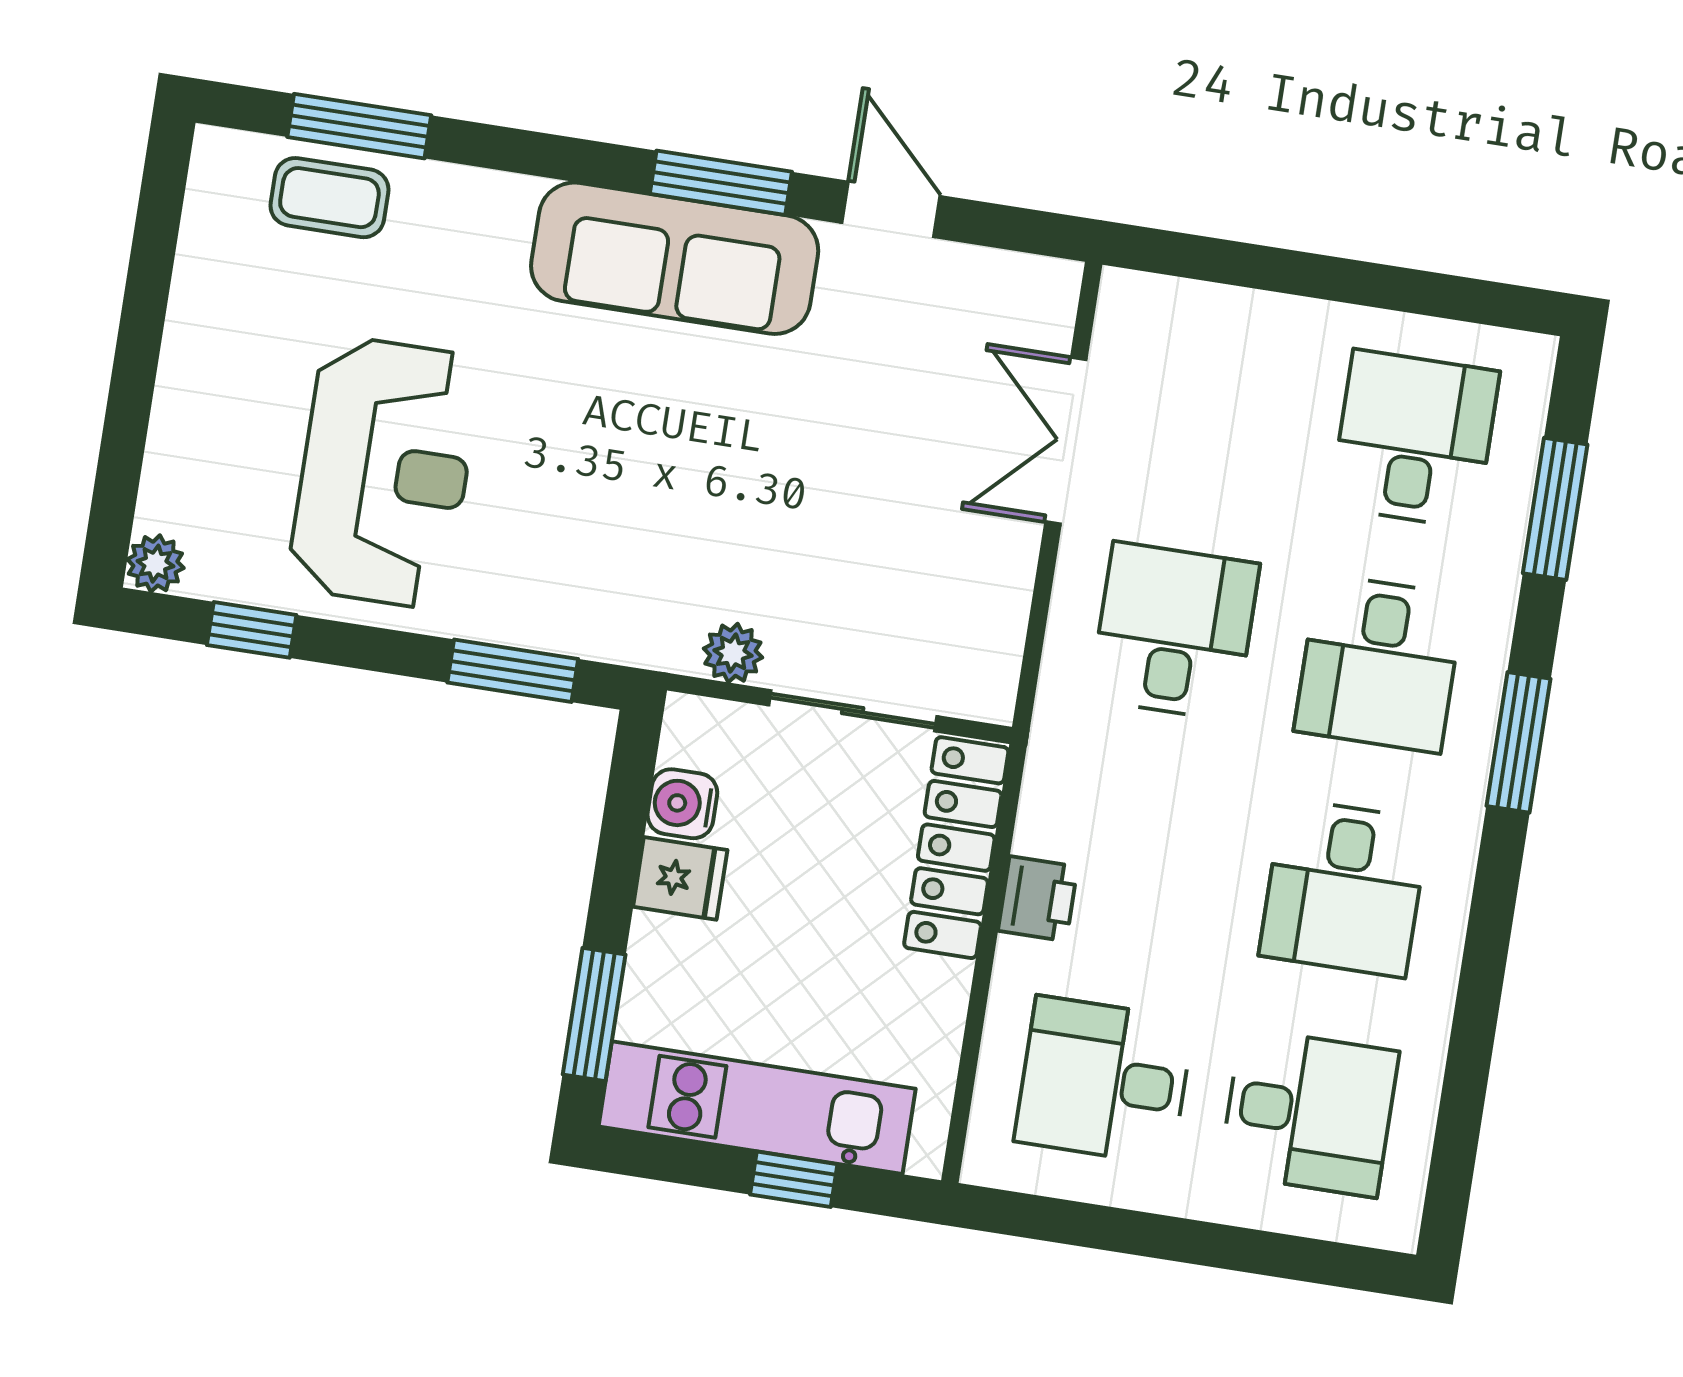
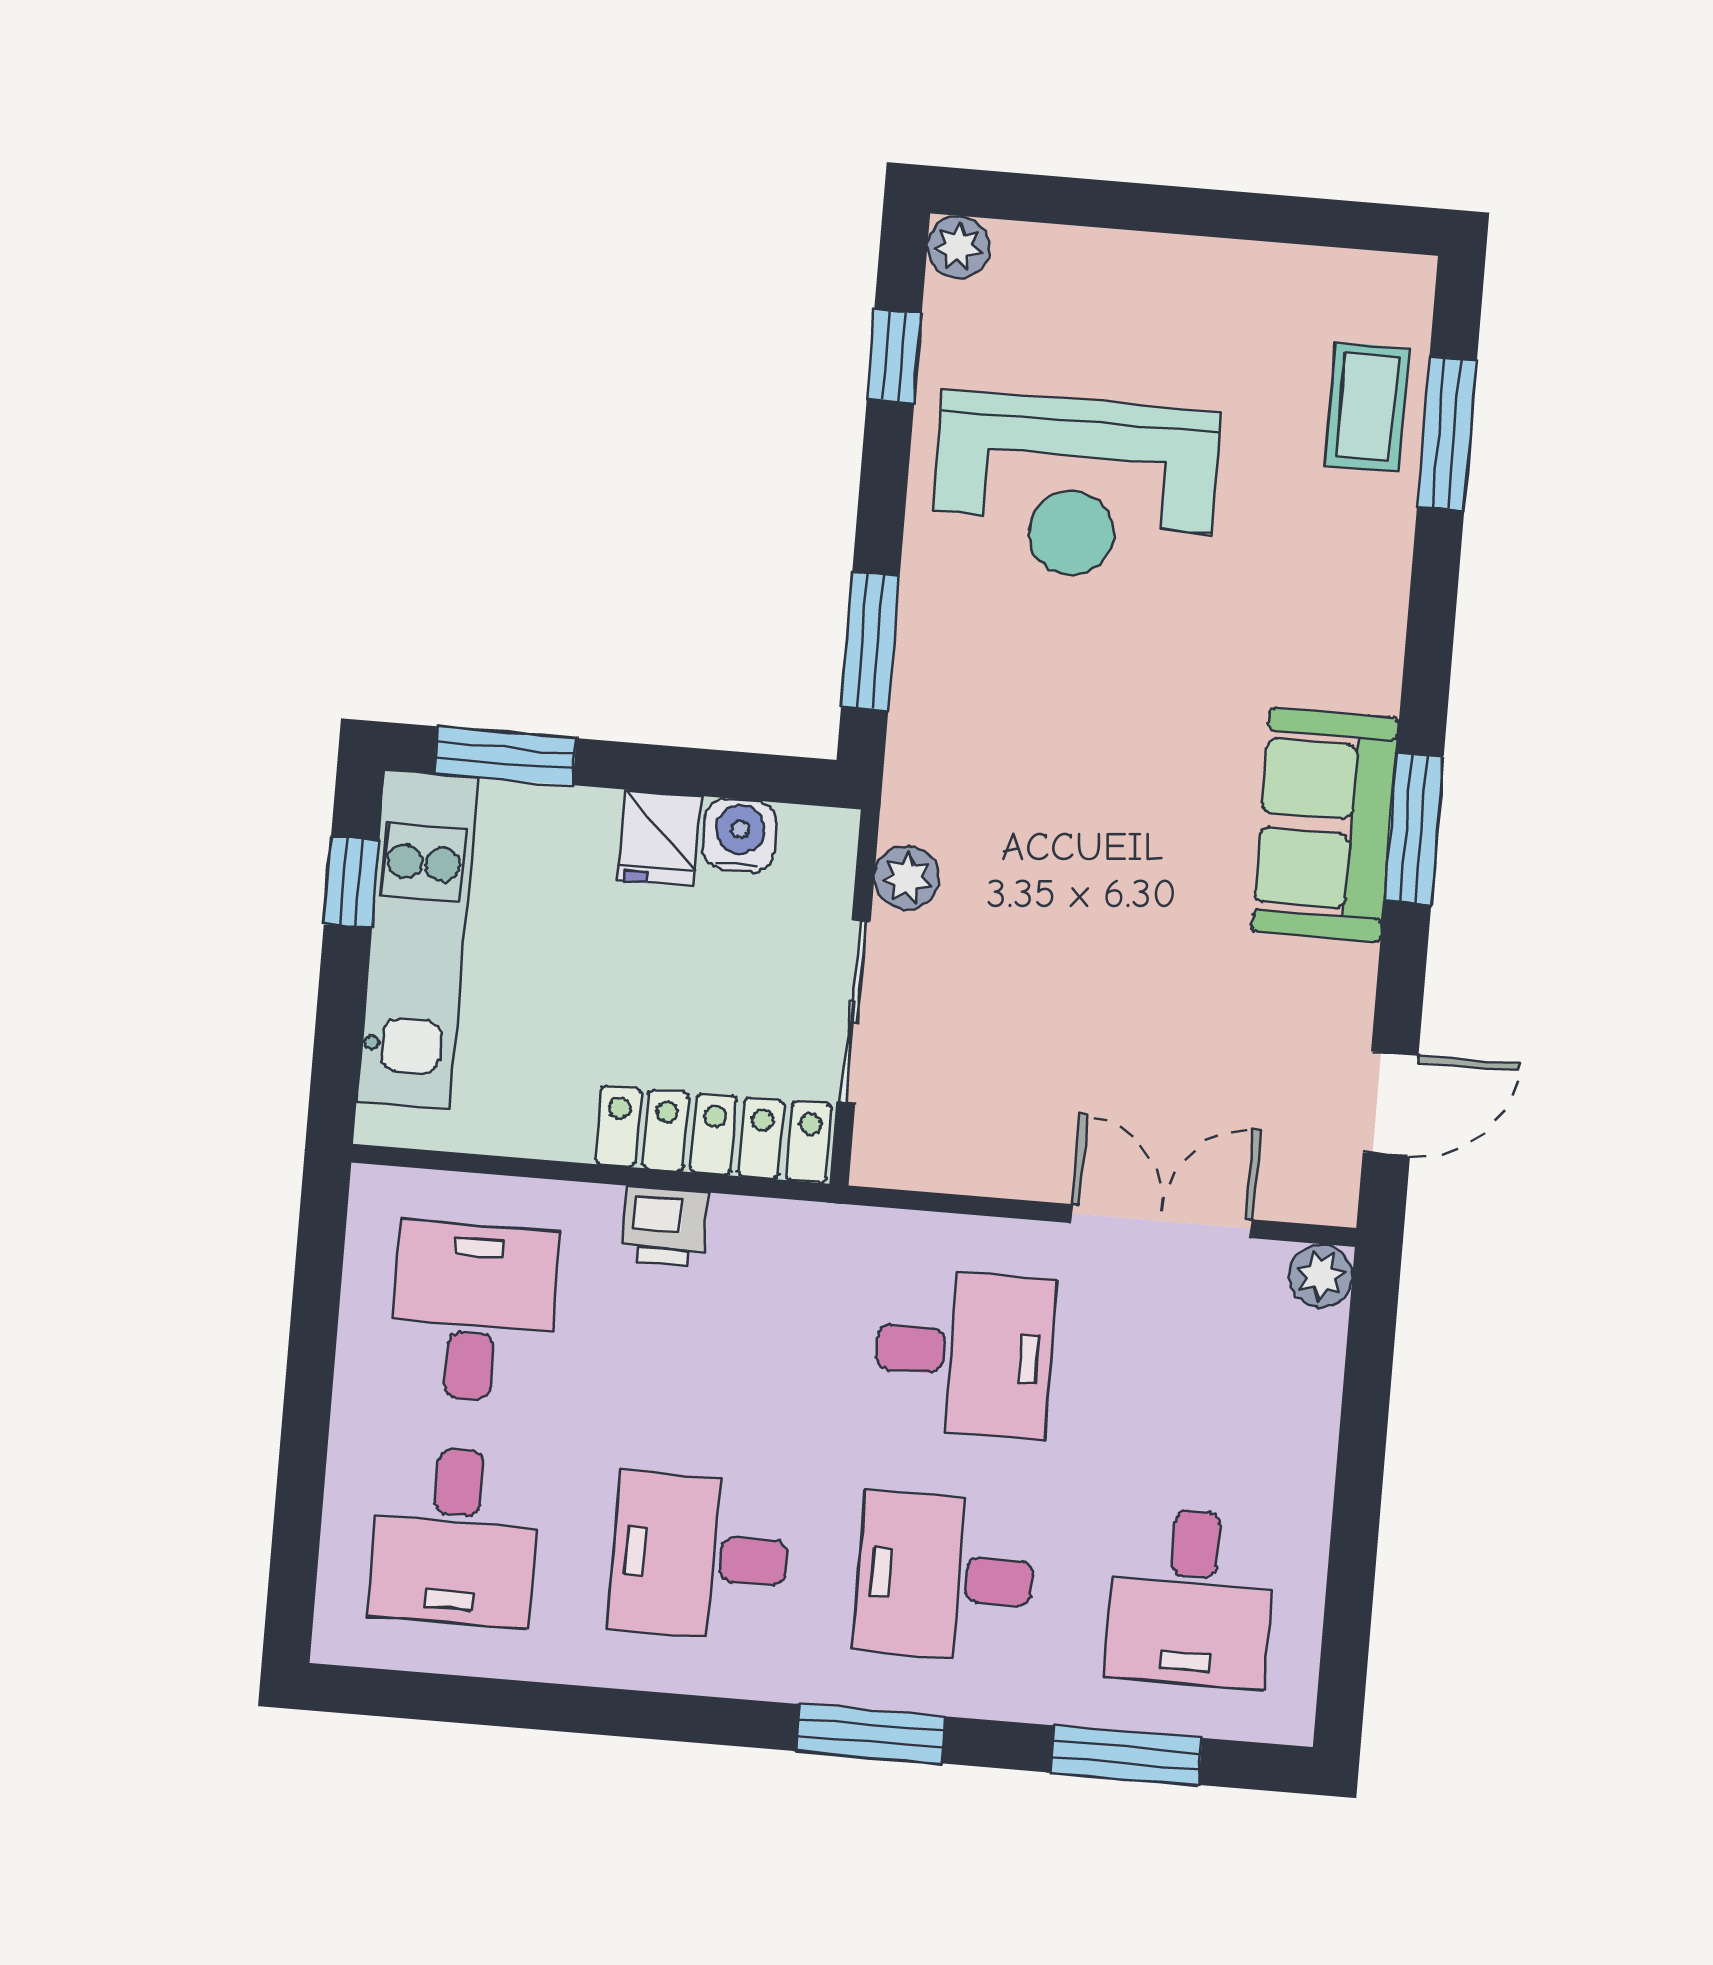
door: (891, 209) -> (1391, 1104), moved
sofa: (675, 258) -> (1325, 825), width x0.73
plant: (1126, 298) -> (1321, 1276), added
desk: (1414, 439) -> (1191, 1598), turned 90
window: (794, 1179) -> (351, 882), moved

